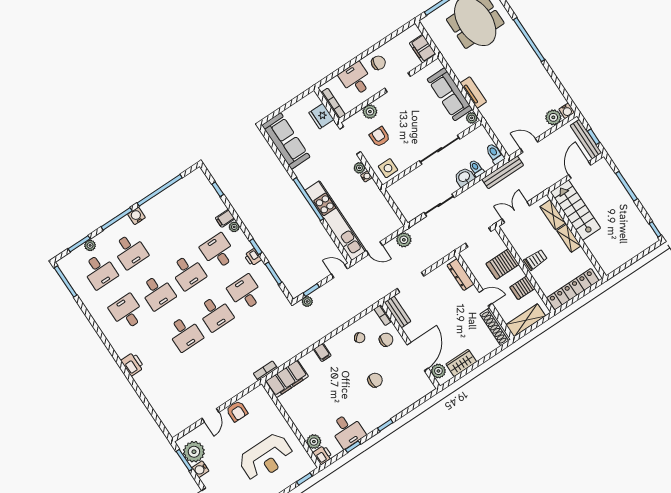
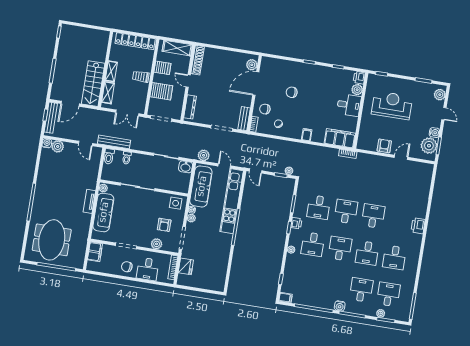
sofa: (286, 141) -> (201, 186), moved, turned 180
washbasin: (464, 177) -> (186, 167), moved
filing cabinet: (225, 218) -> (286, 298), moved
desk: (157, 292) -> (367, 253), turned 180
wardrobe: (461, 363) -> (235, 58), removed
desk: (347, 430) -> (349, 105), moved, turned 90

